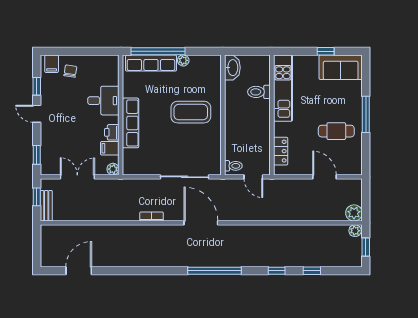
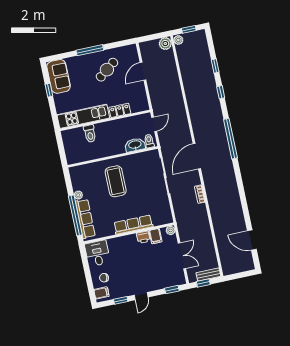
washbasin: (232, 68) -> (135, 145), moved
desk: (103, 101) -> (97, 253), moved
cafe table: (336, 131) -> (107, 70), turned 53
locker: (281, 151) -> (120, 110), moved
double door: (77, 177) -> (182, 256), swing flipped

